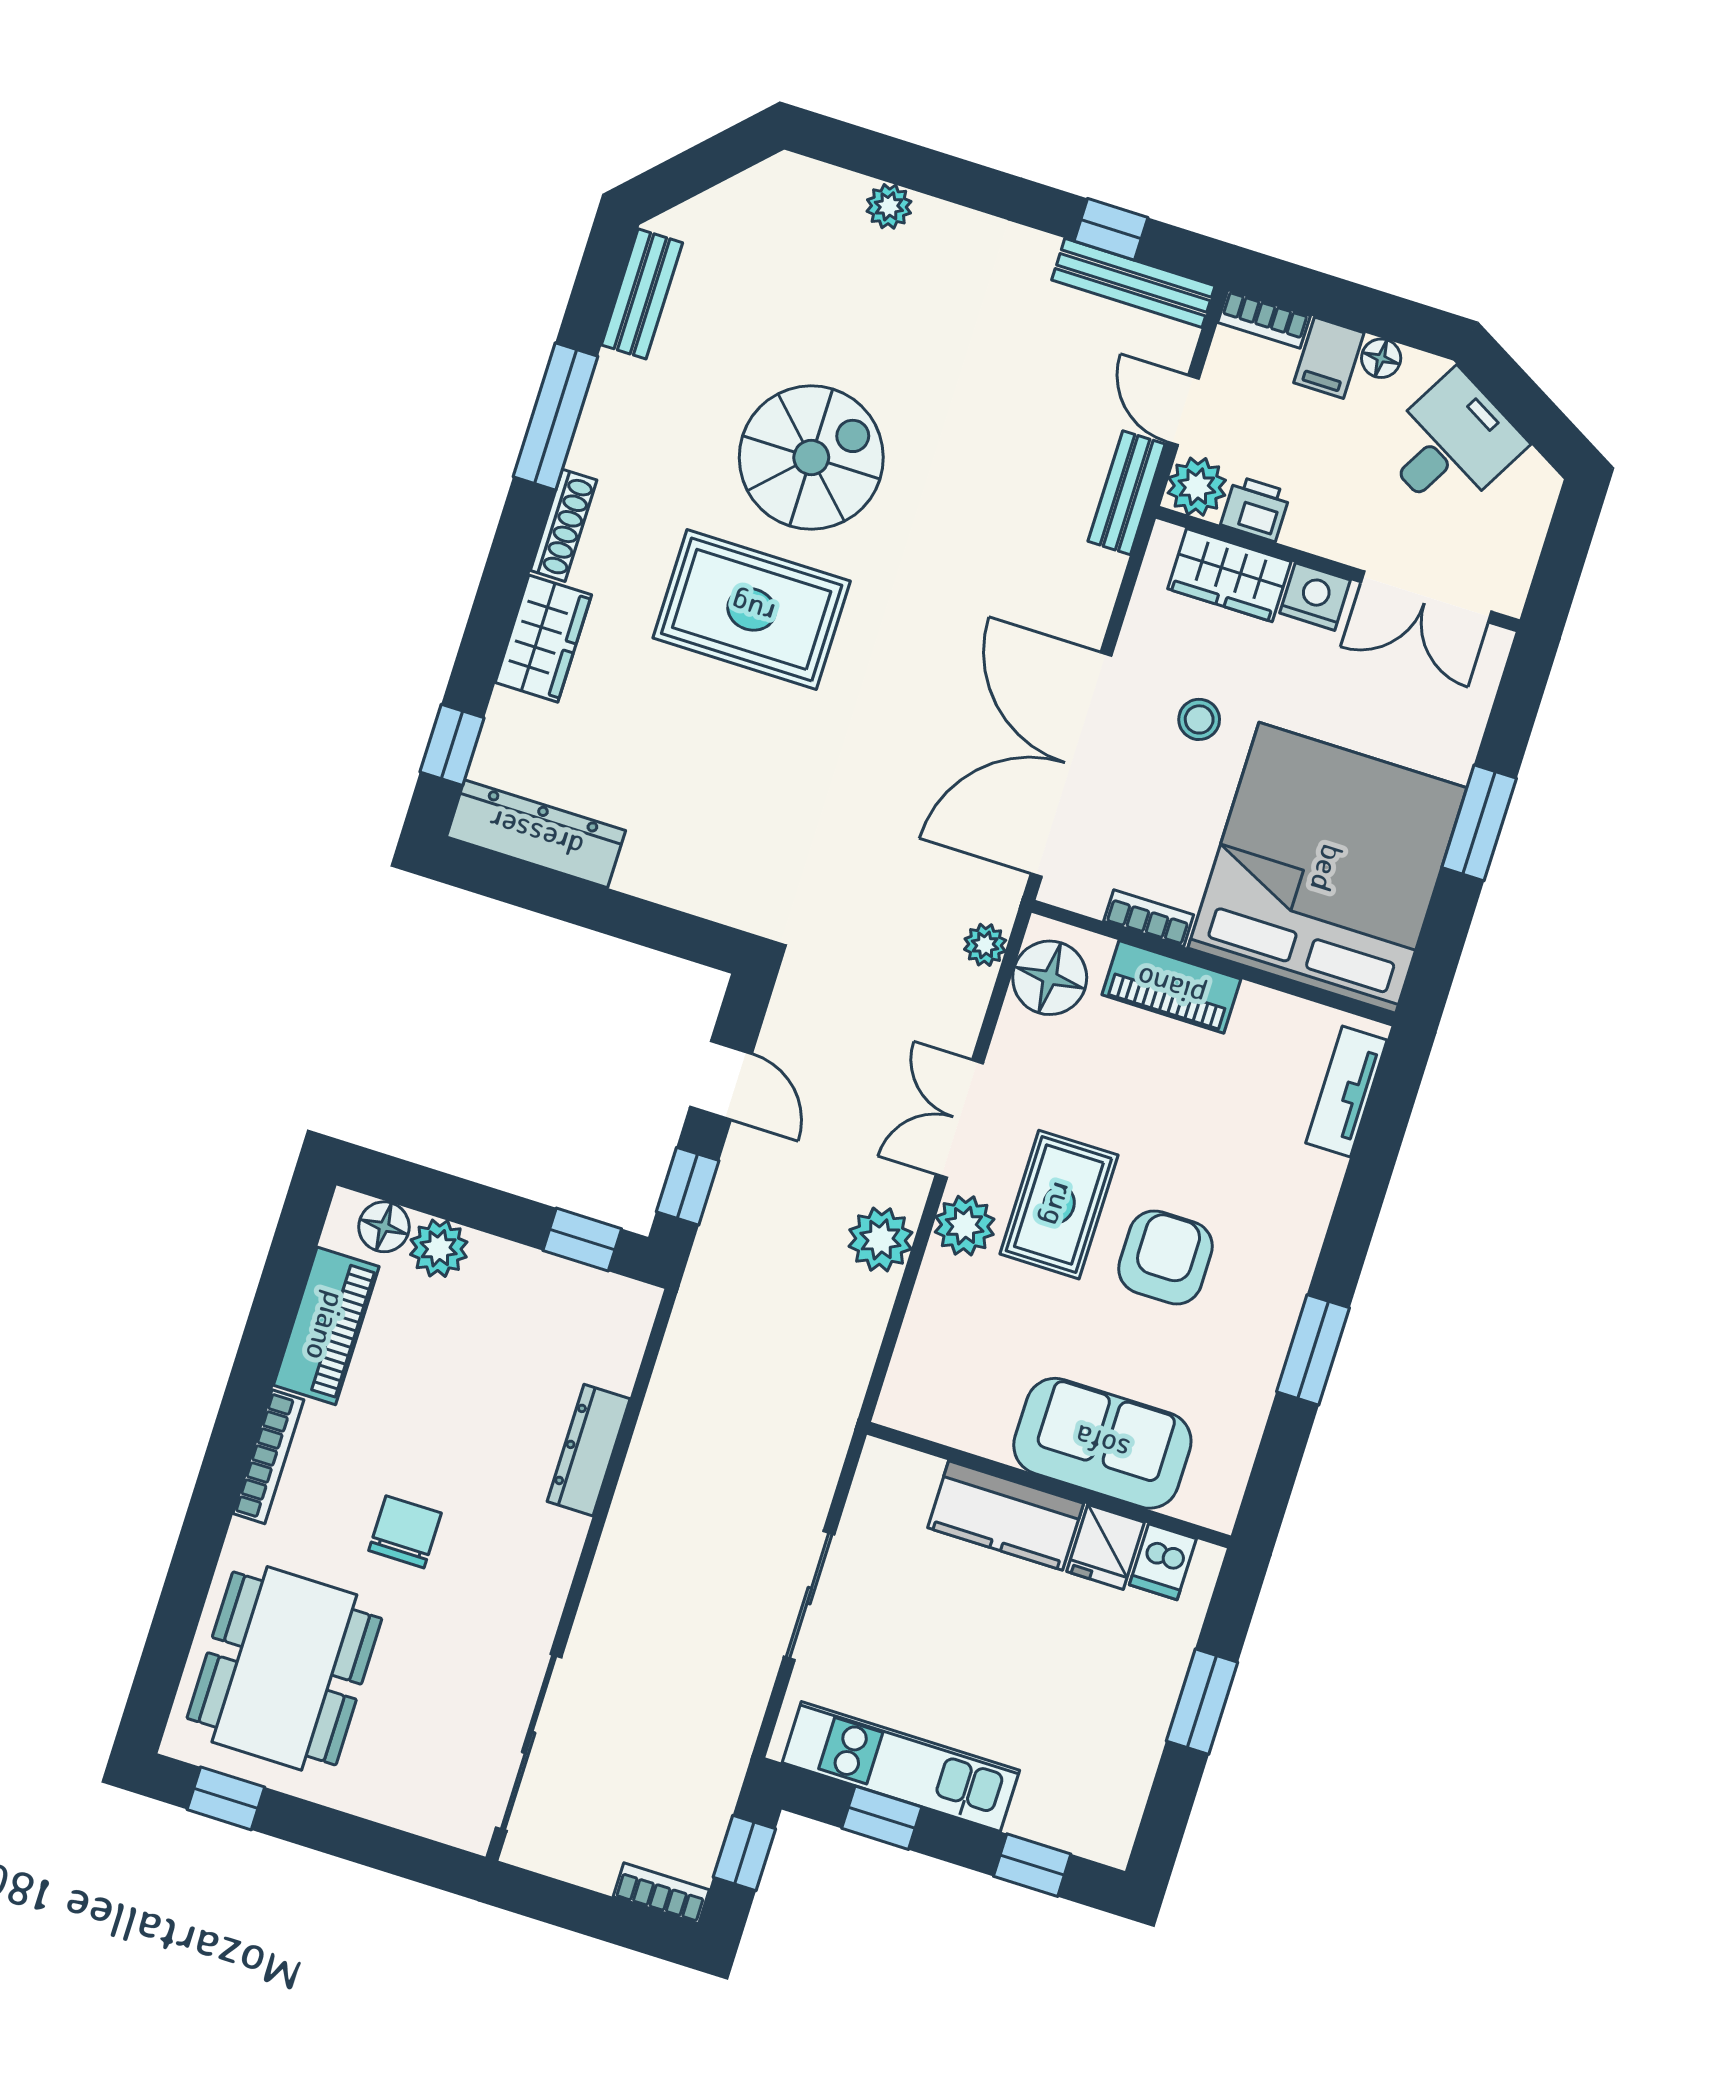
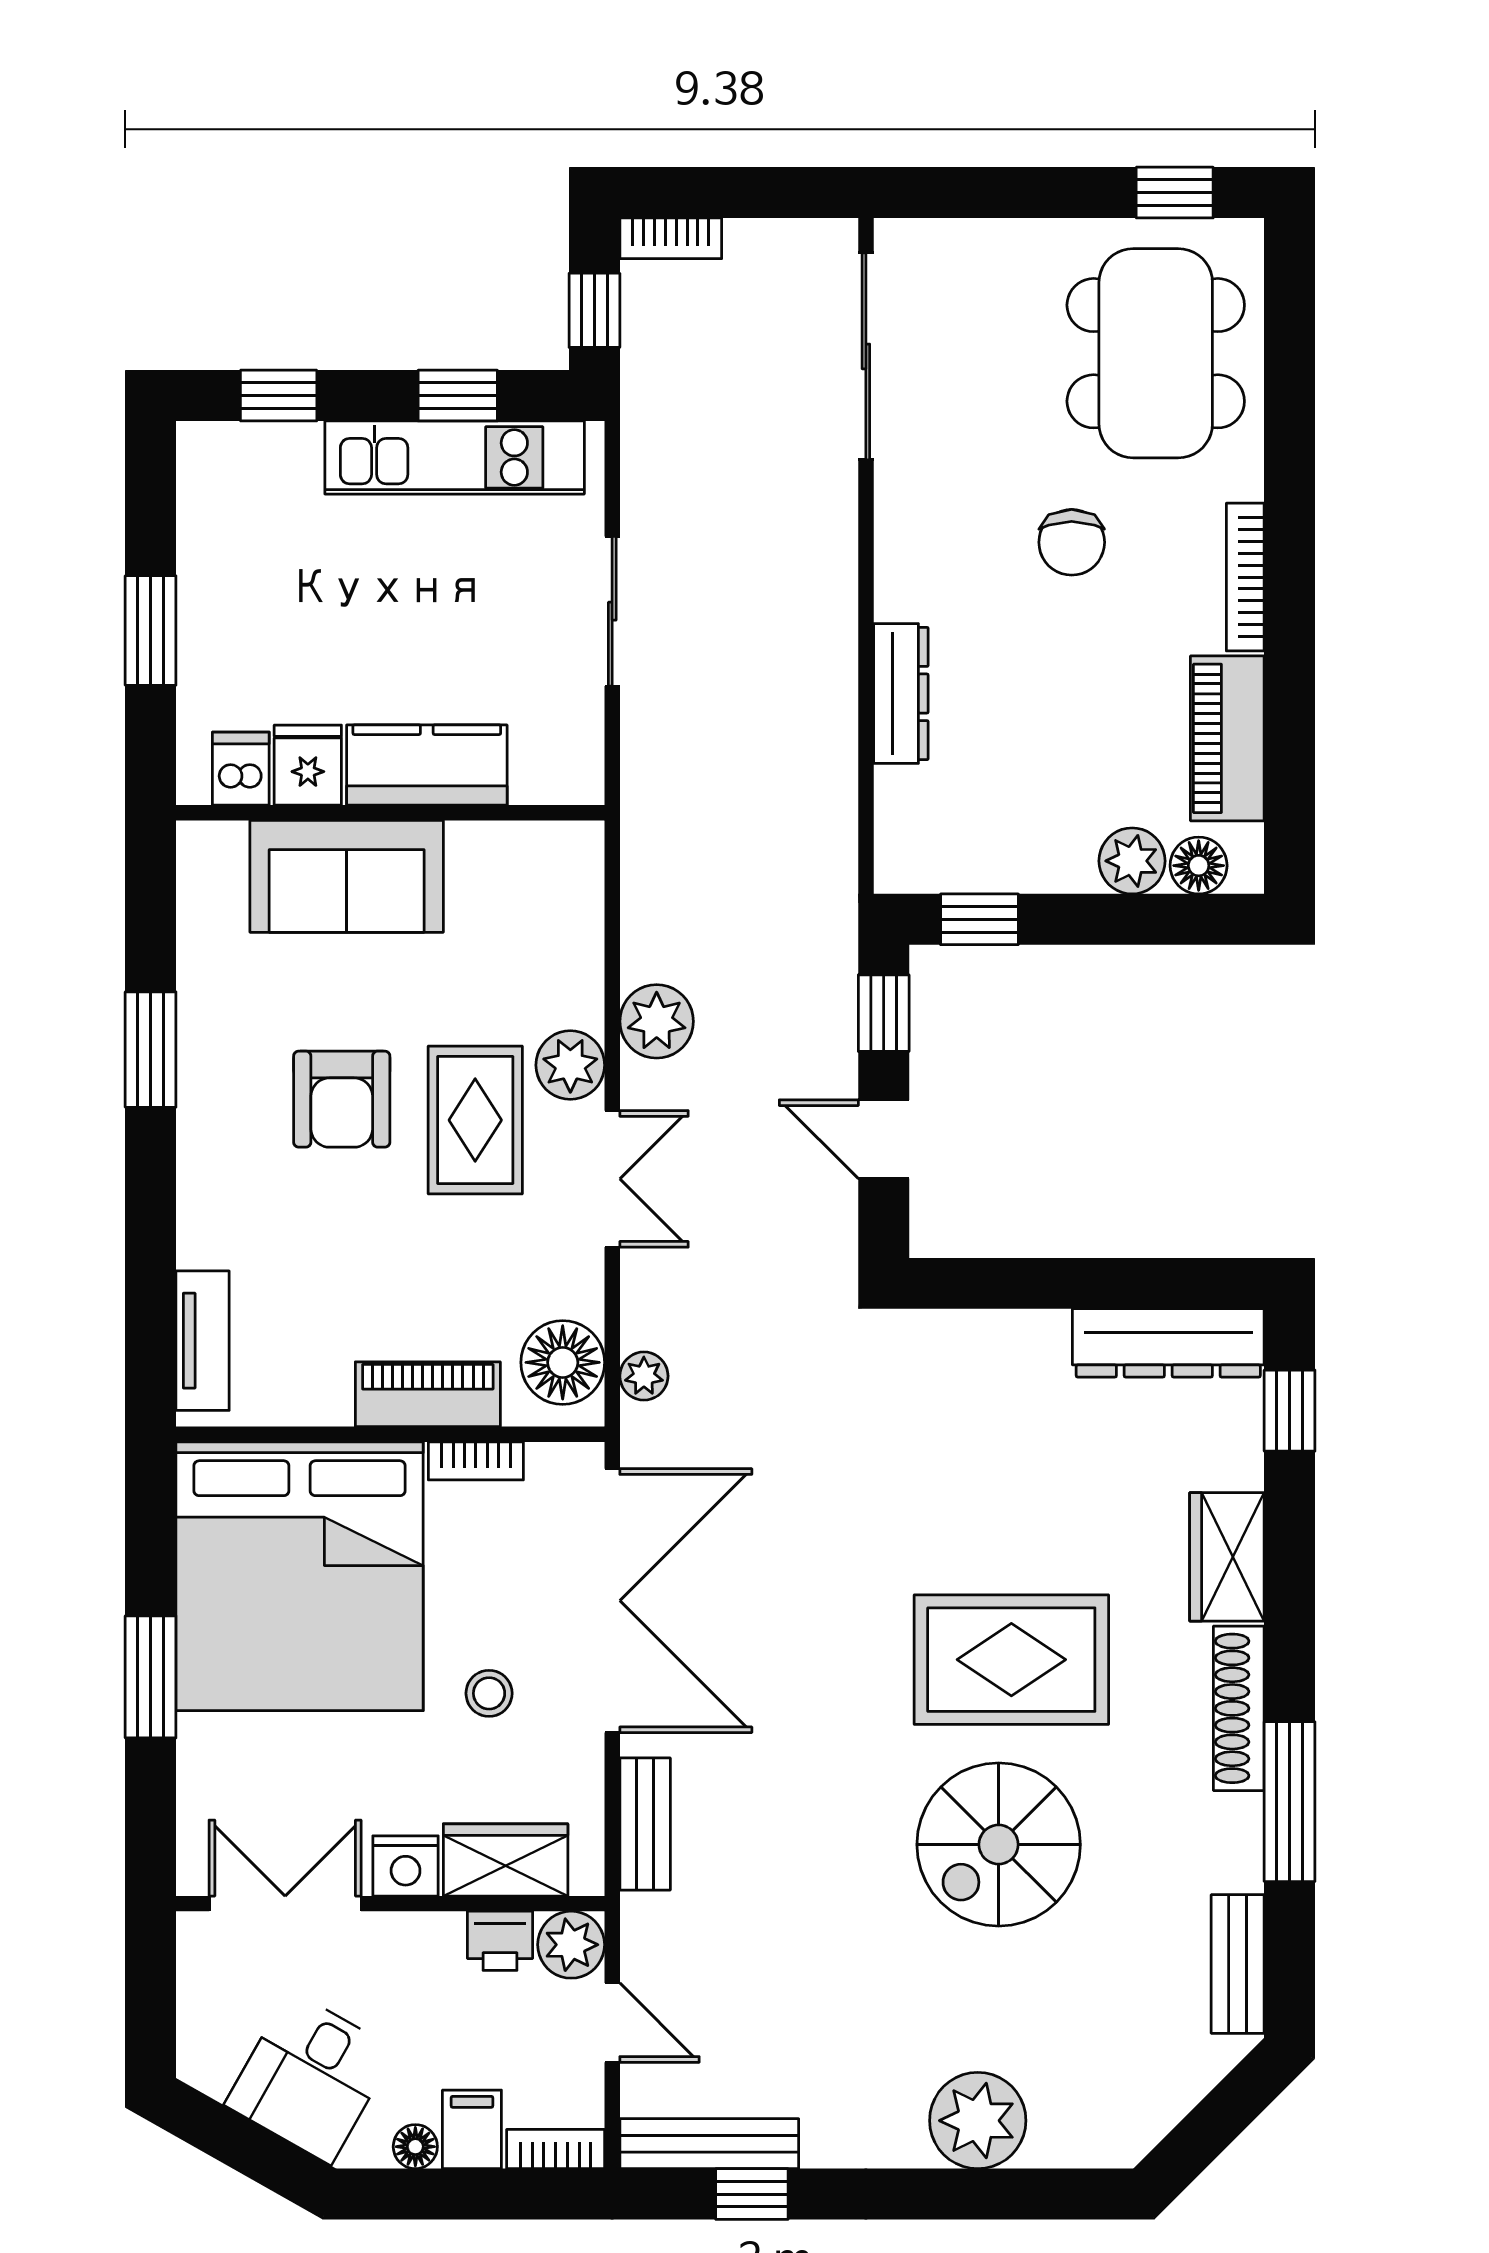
plant: (889, 206) -> (978, 2121), width x1.88, depth x1.88
bench: (1127, 493) -> (645, 1824), moved
shoe rack: (564, 525) -> (1239, 1708), width x1.36, depth x1.24

